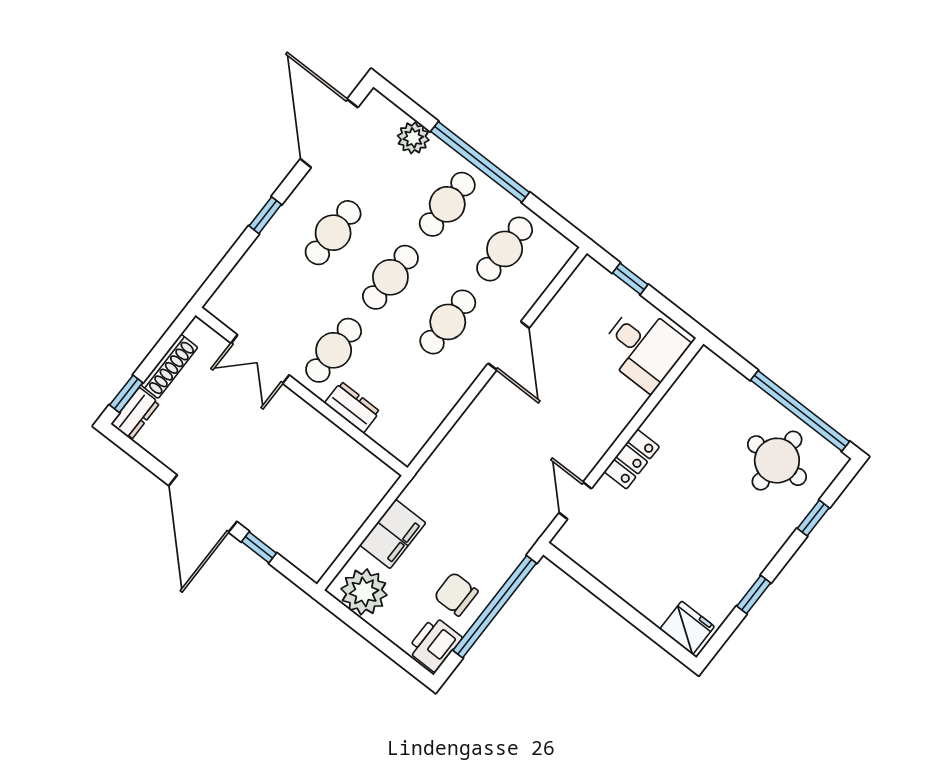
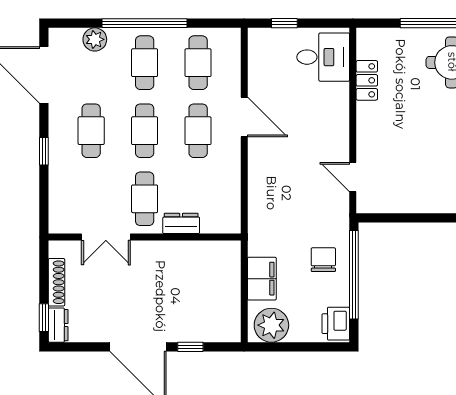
locker: (632, 459) -> (367, 80), moved
chair: (456, 594) -> (323, 260), moved, turned 90

